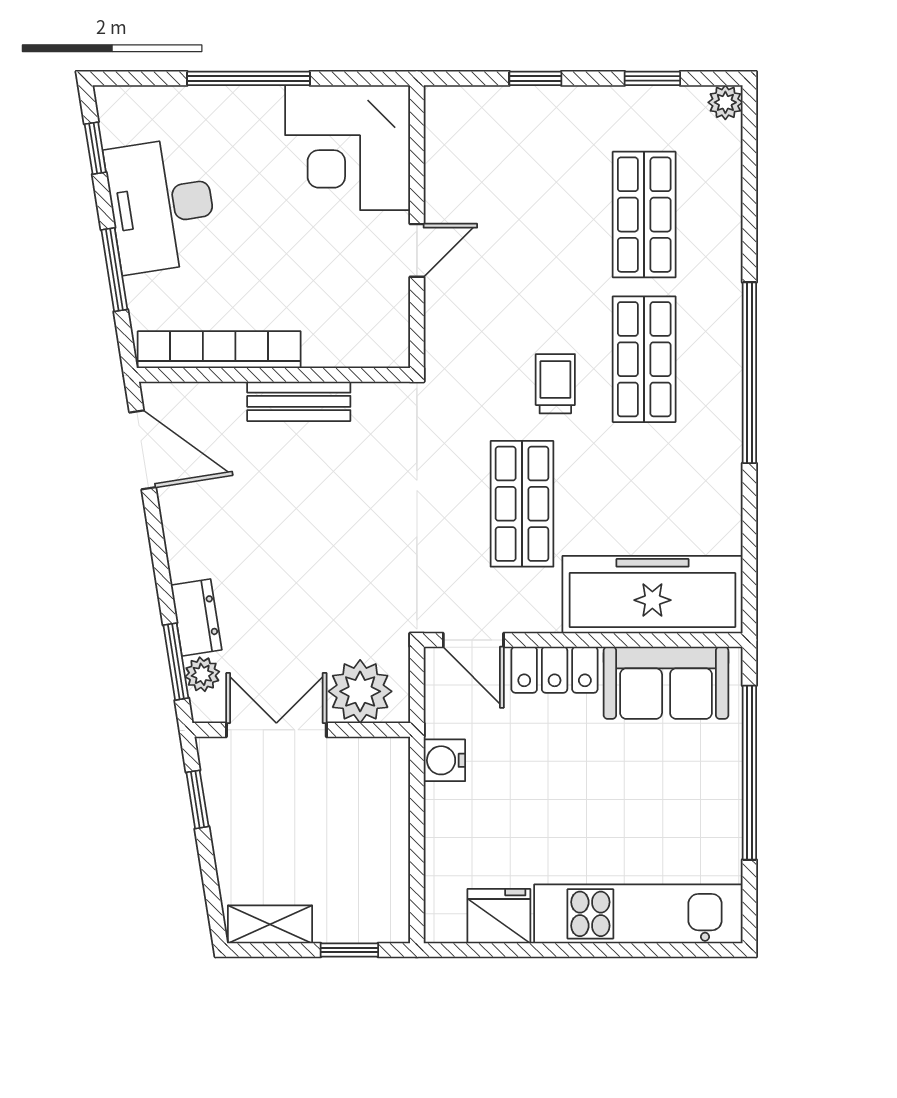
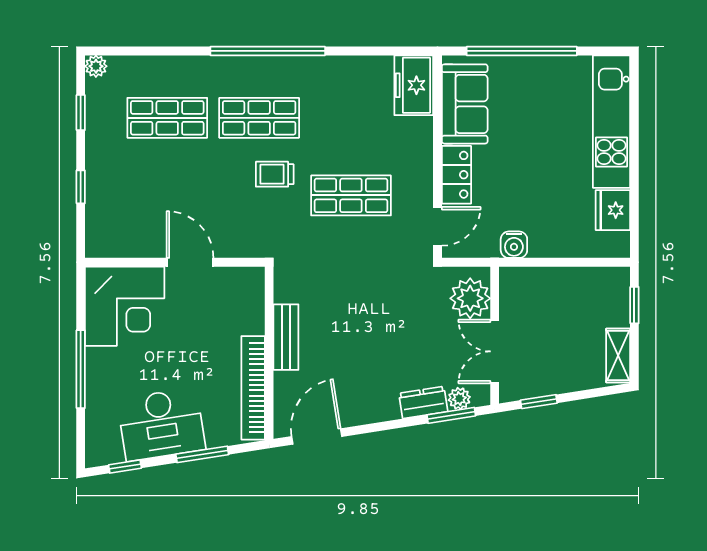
door: (417, 250) -> (190, 262), width x1.38
freezer: (652, 595) -> (414, 85), width x0.52, depth x0.79

